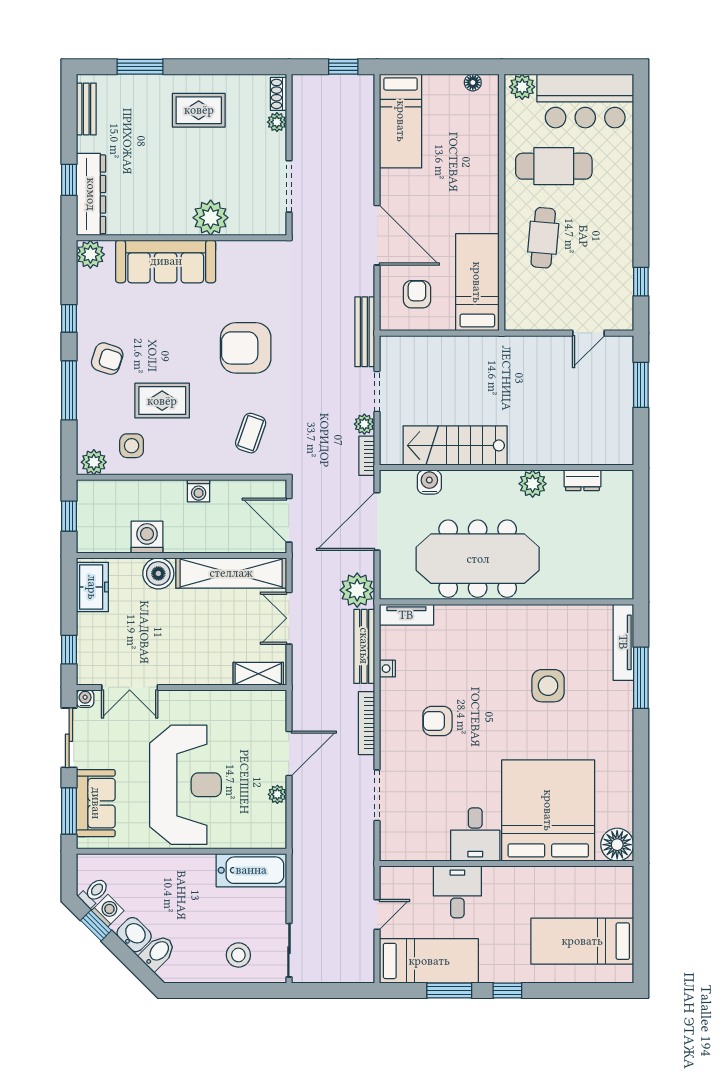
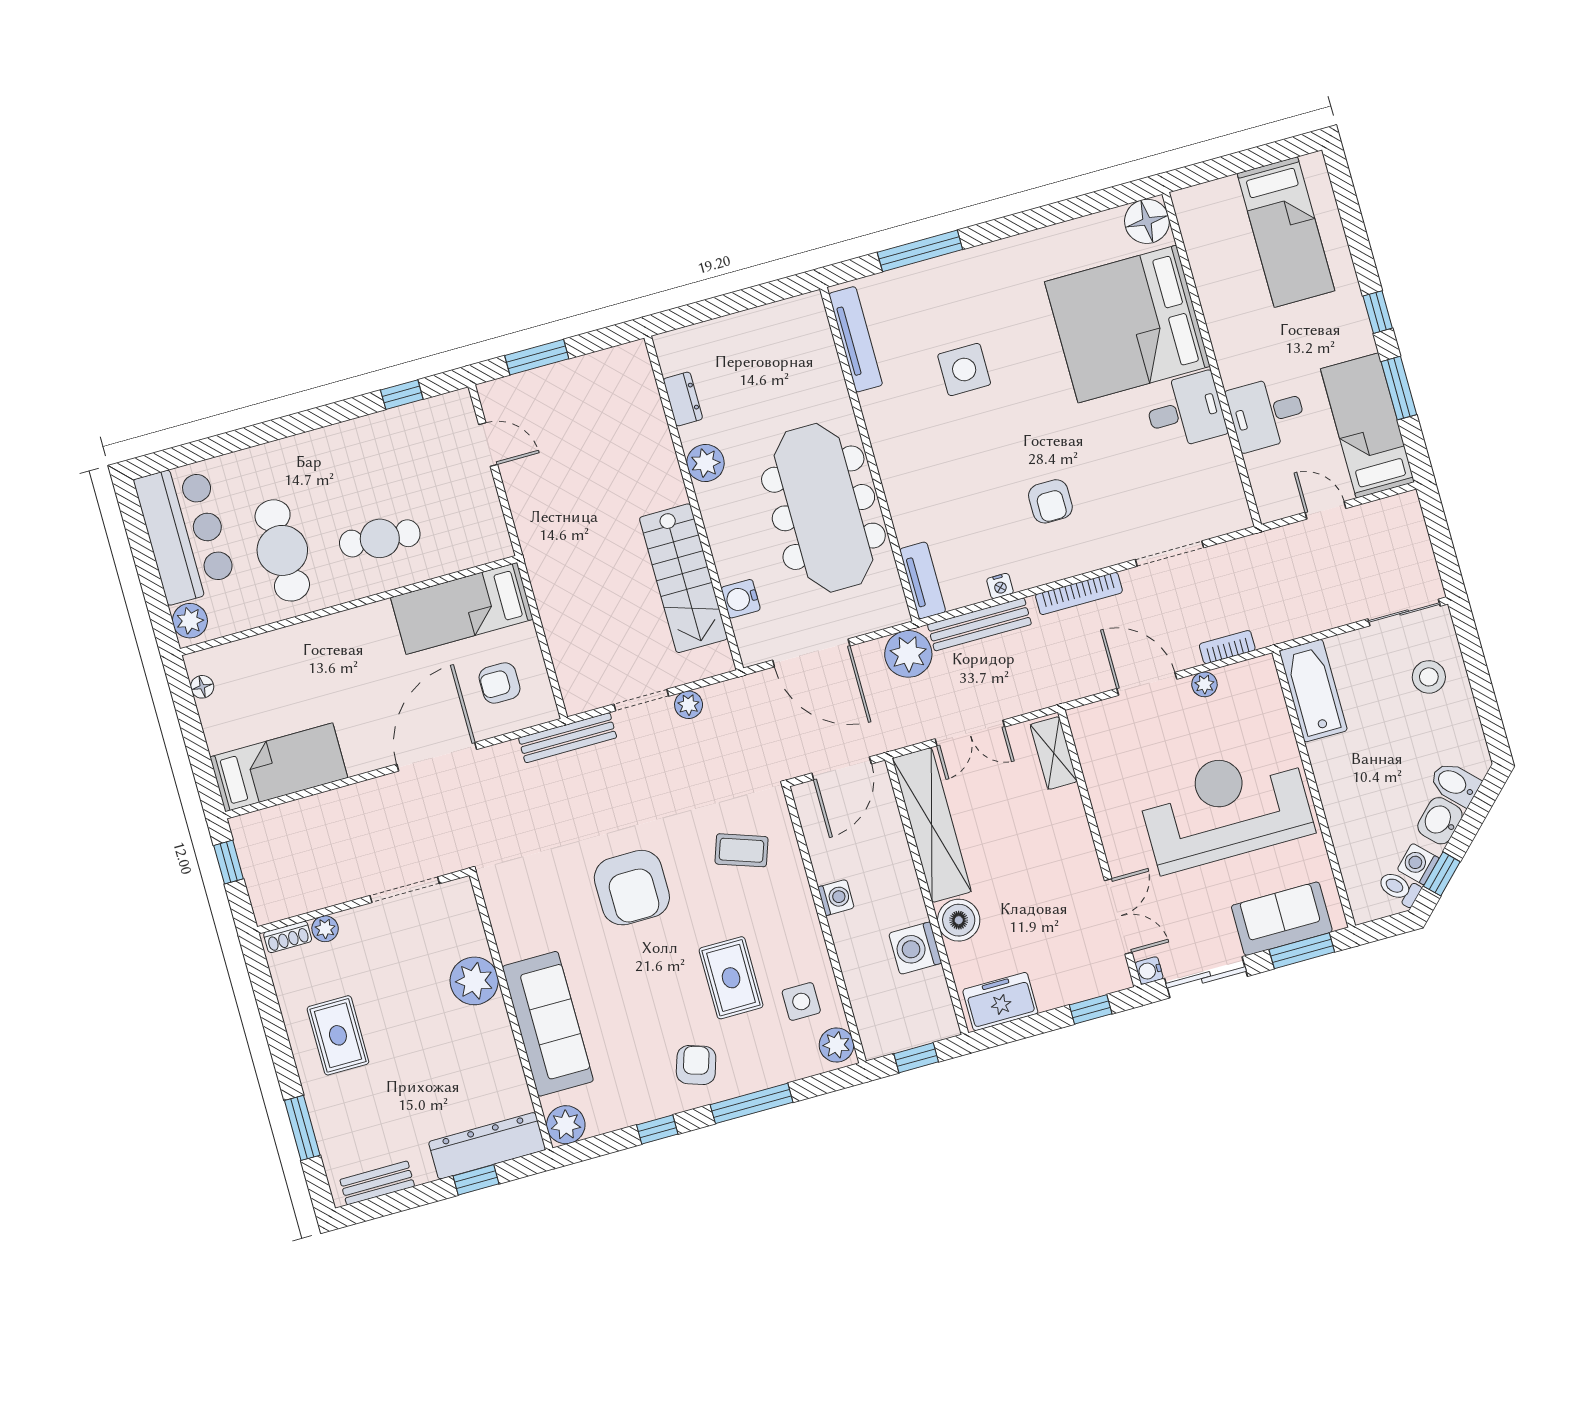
bookcase: (367, 456) -> (1227, 647), moved, turned 180
tv unit: (623, 642) -> (856, 339), moved, turned -90

